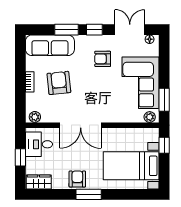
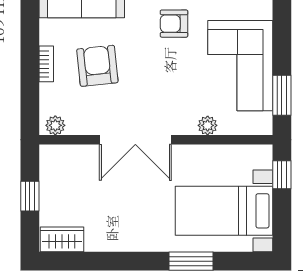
plant: (150, 117) -> (208, 125), moved
desk: (39, 144) -> (63, 173), removed
armchair: (77, 179) -> (130, 234), removed
window: (89, 194) -> (191, 261), moved

